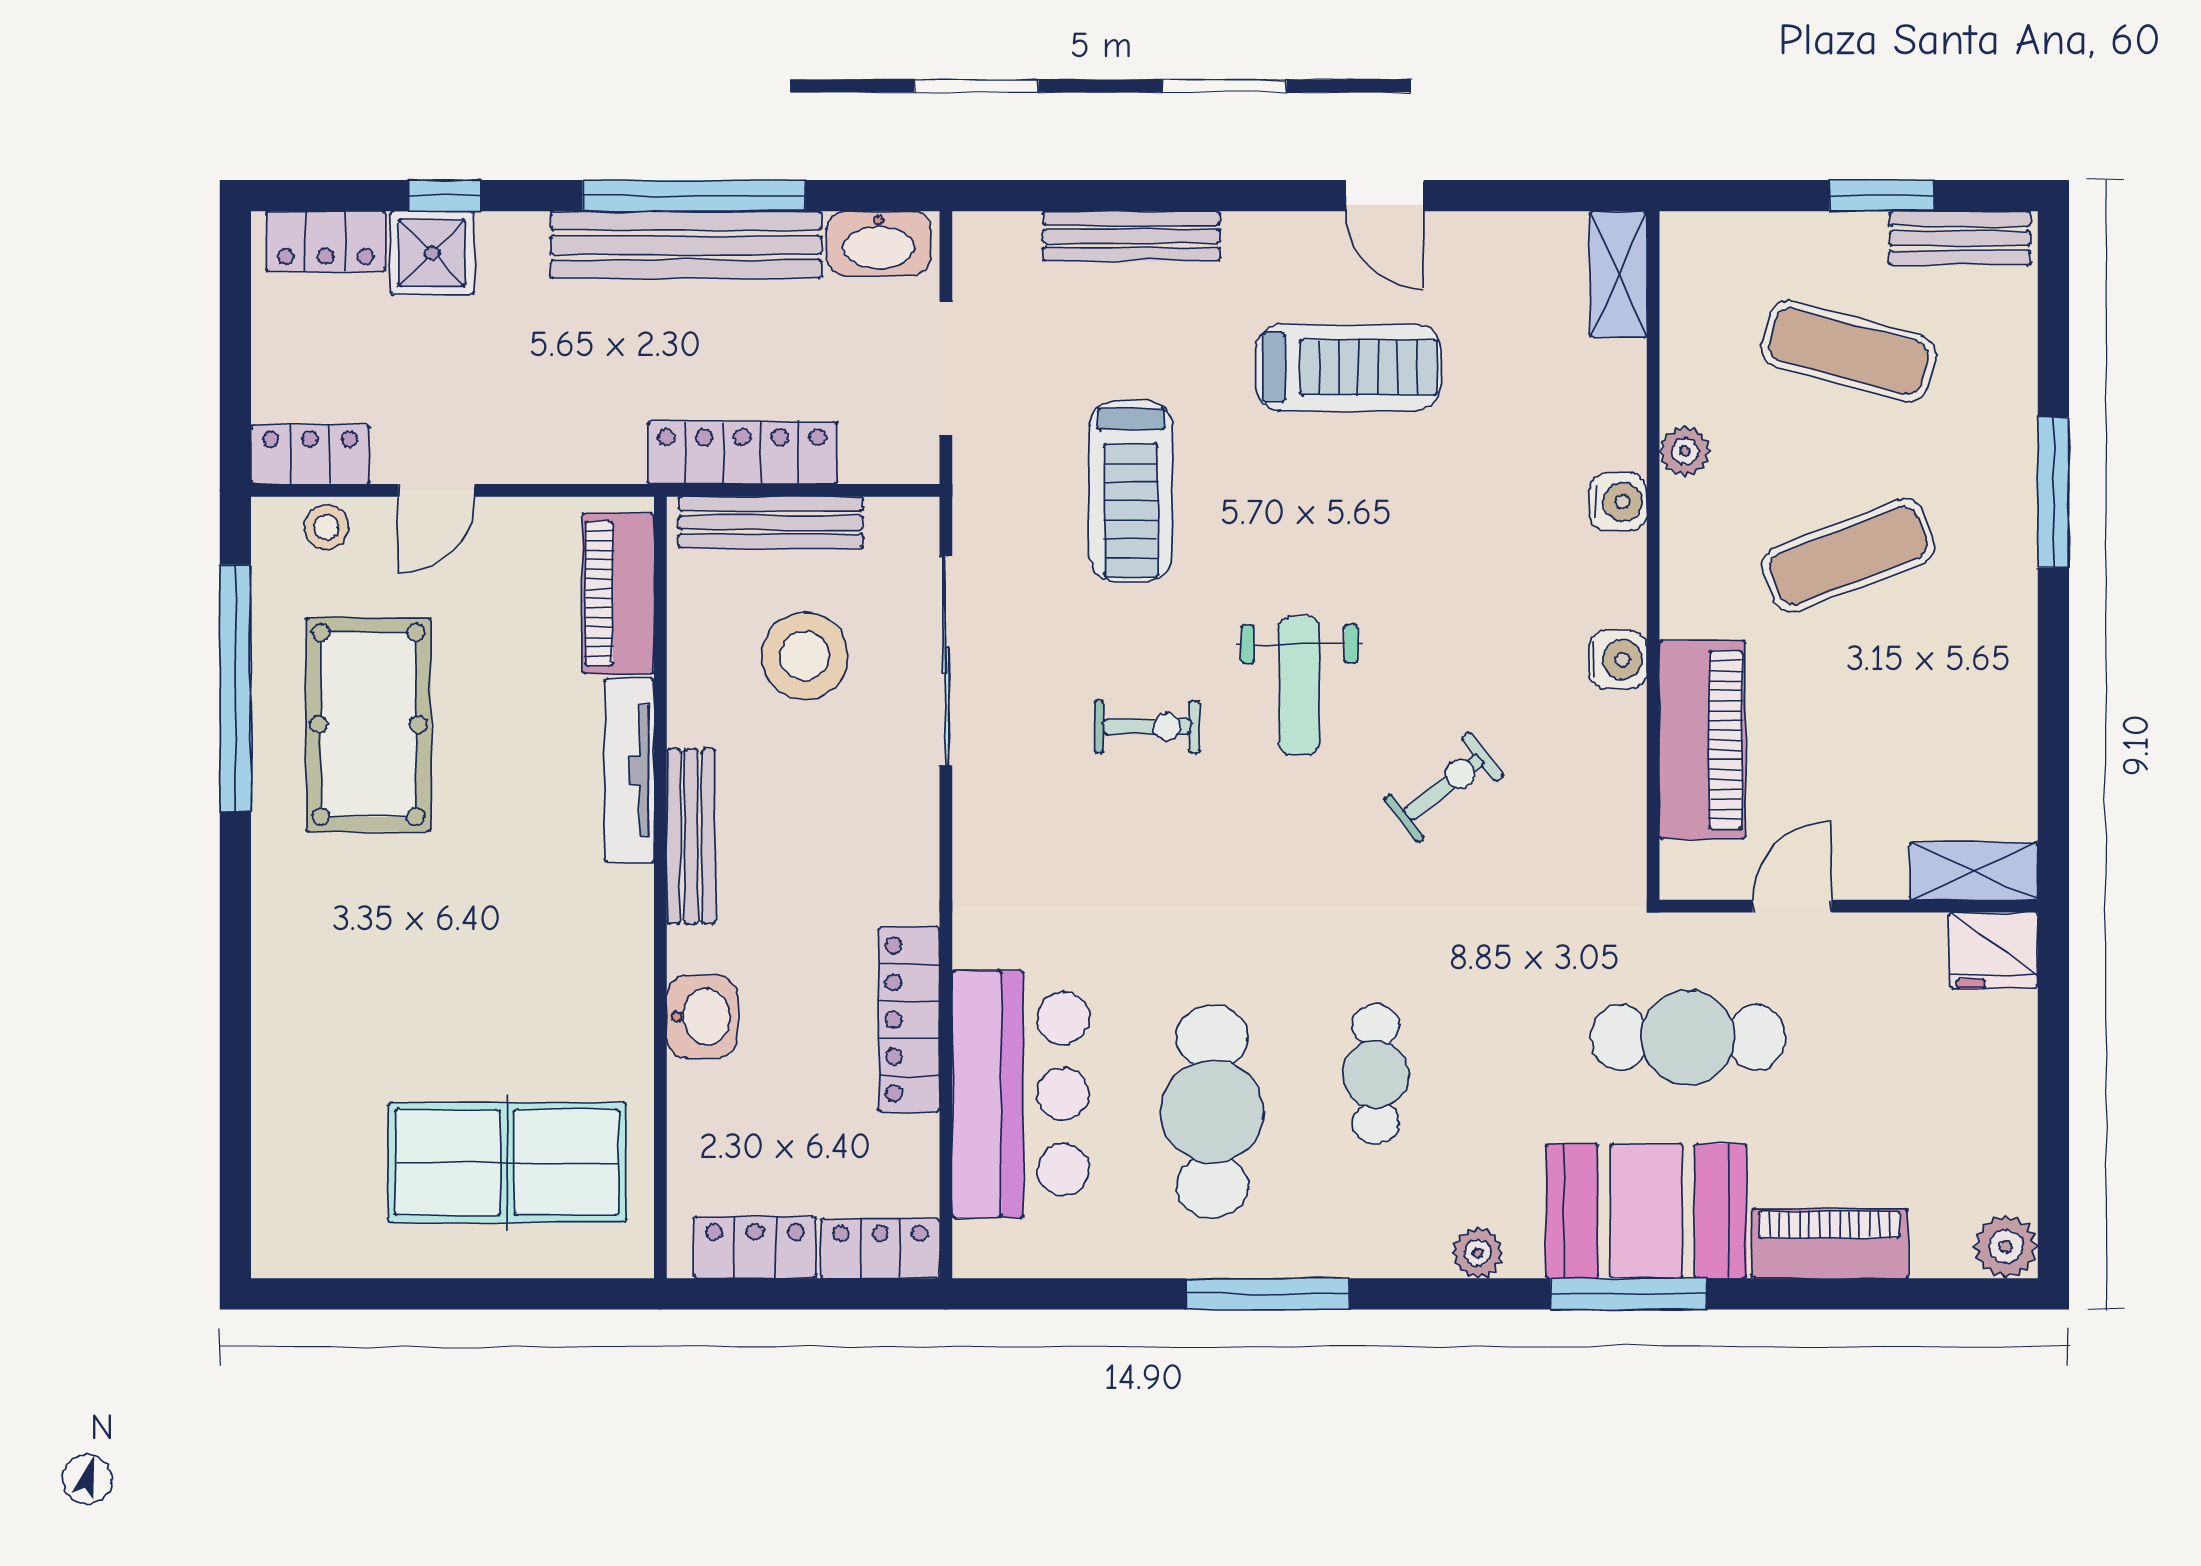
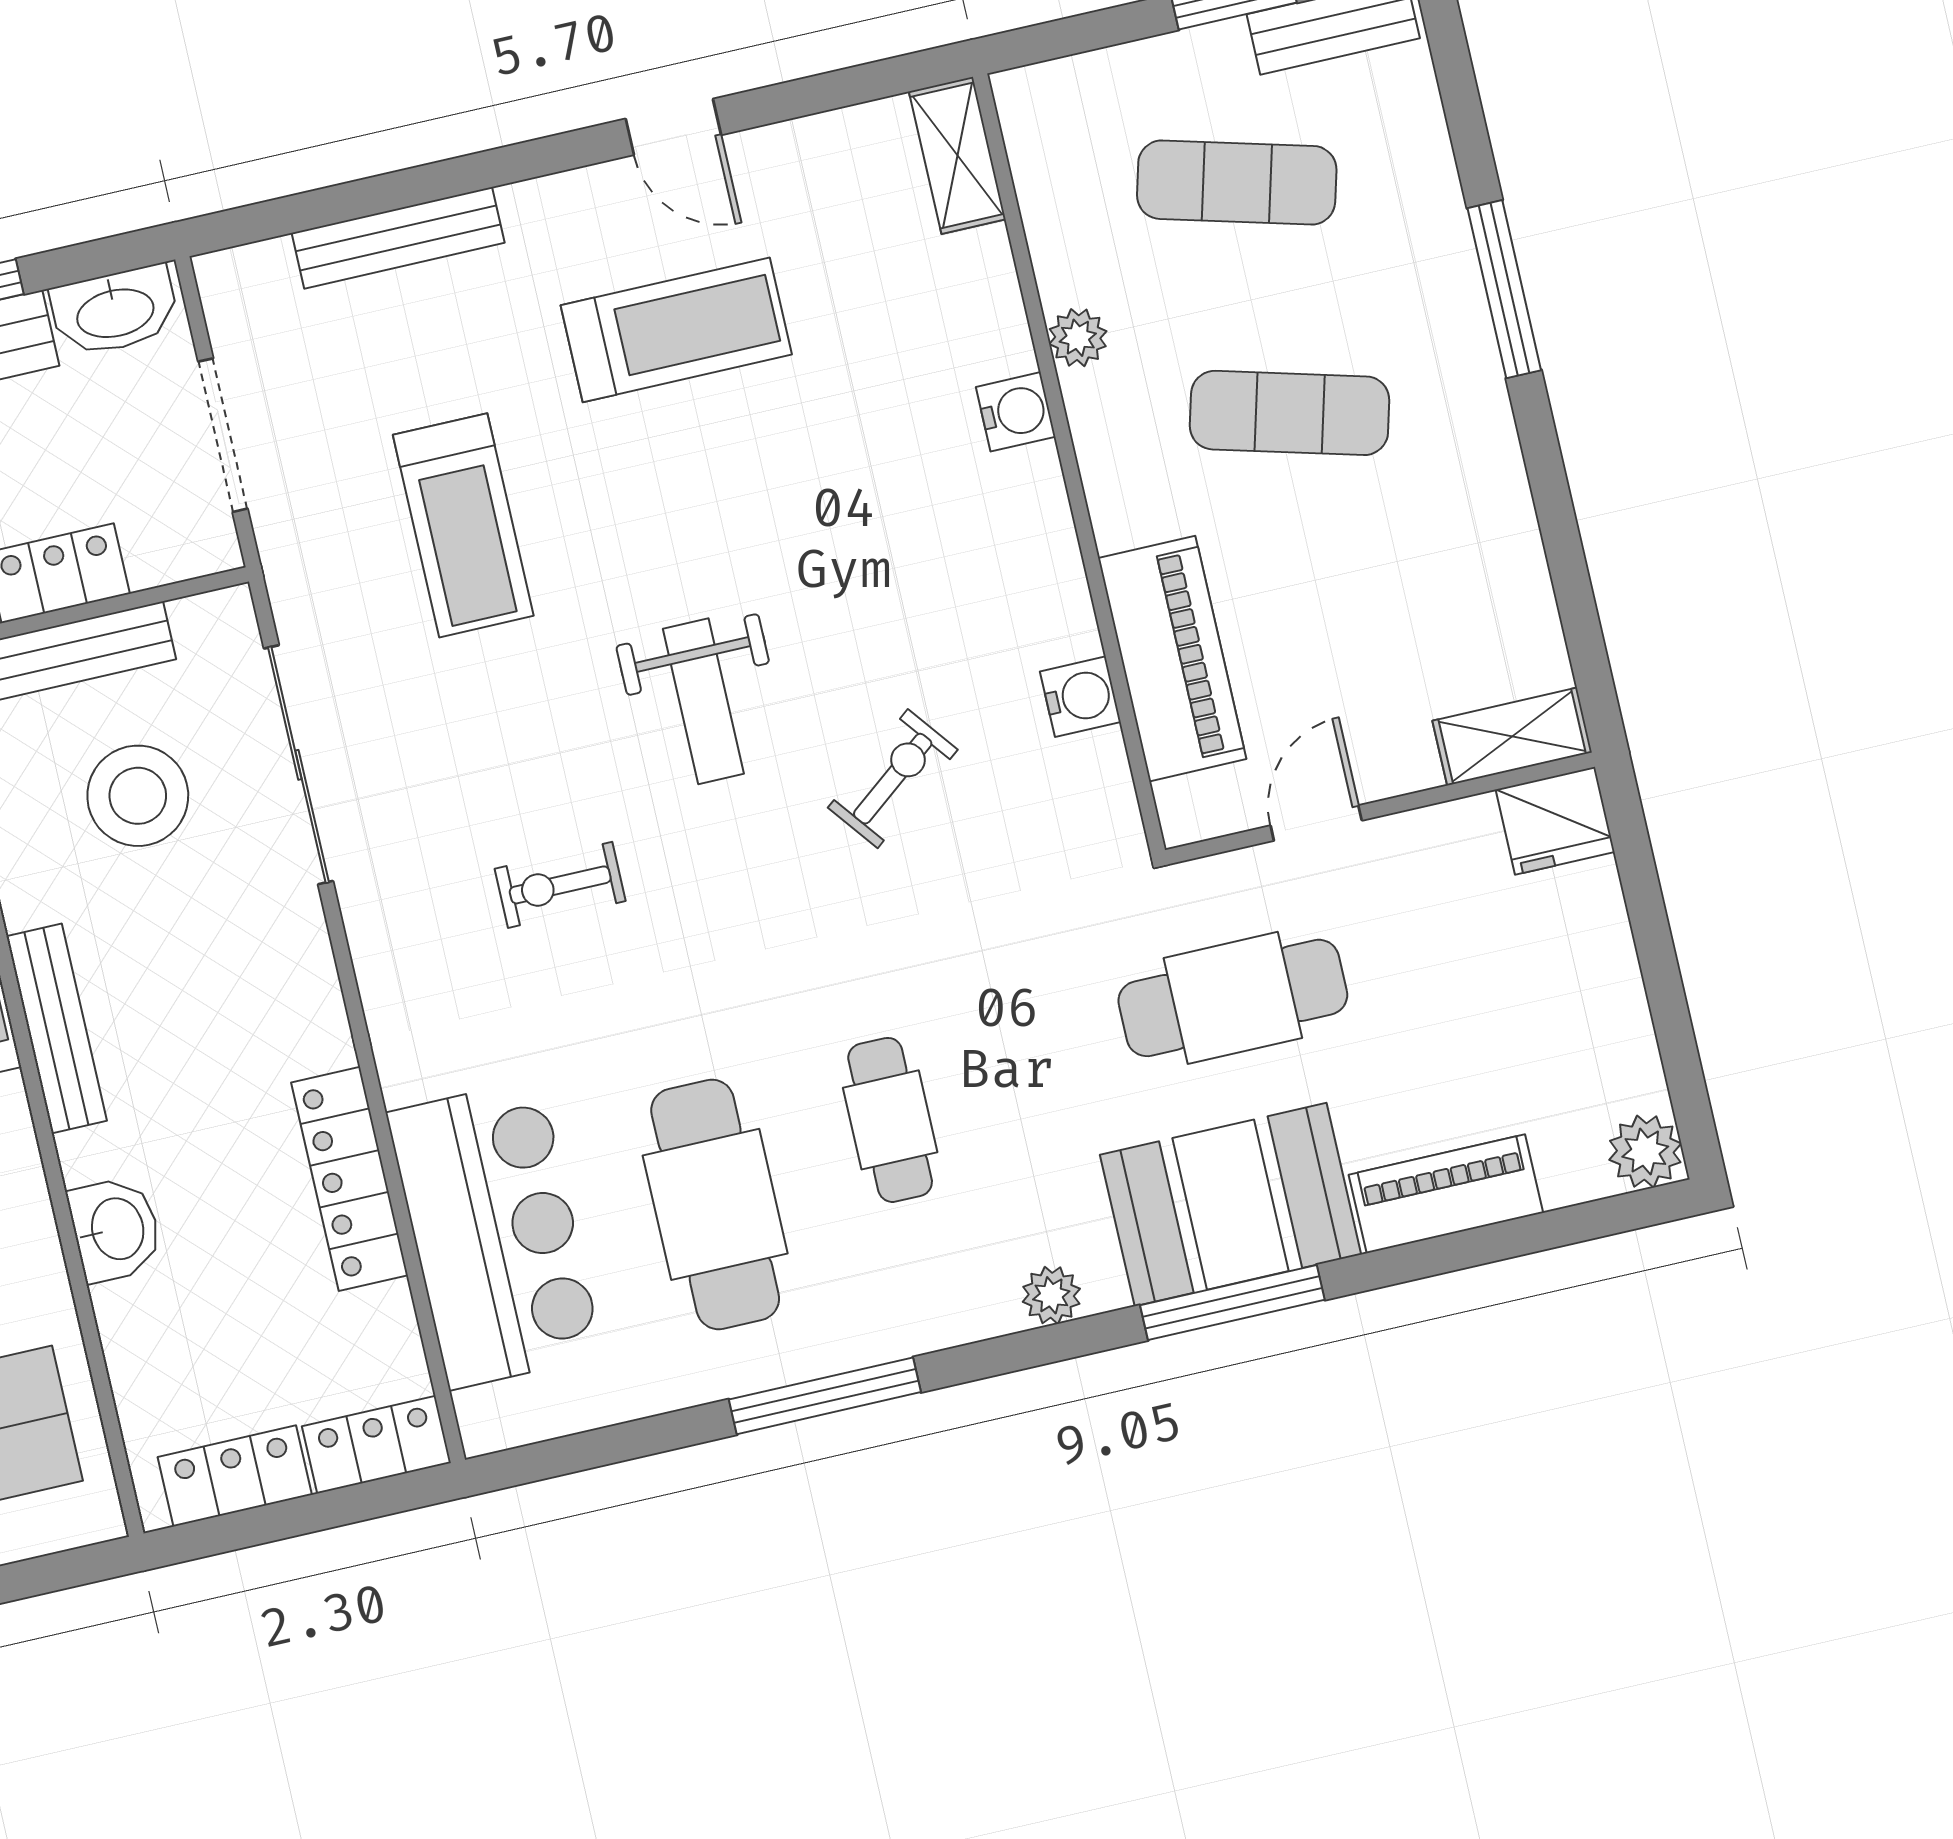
exercise mat: (1849, 556) -> (1290, 413), turned 36
water cooler: (1618, 660) -> (1080, 697), moved
exercise bike: (1147, 727) -> (560, 885), moved, turned 180

